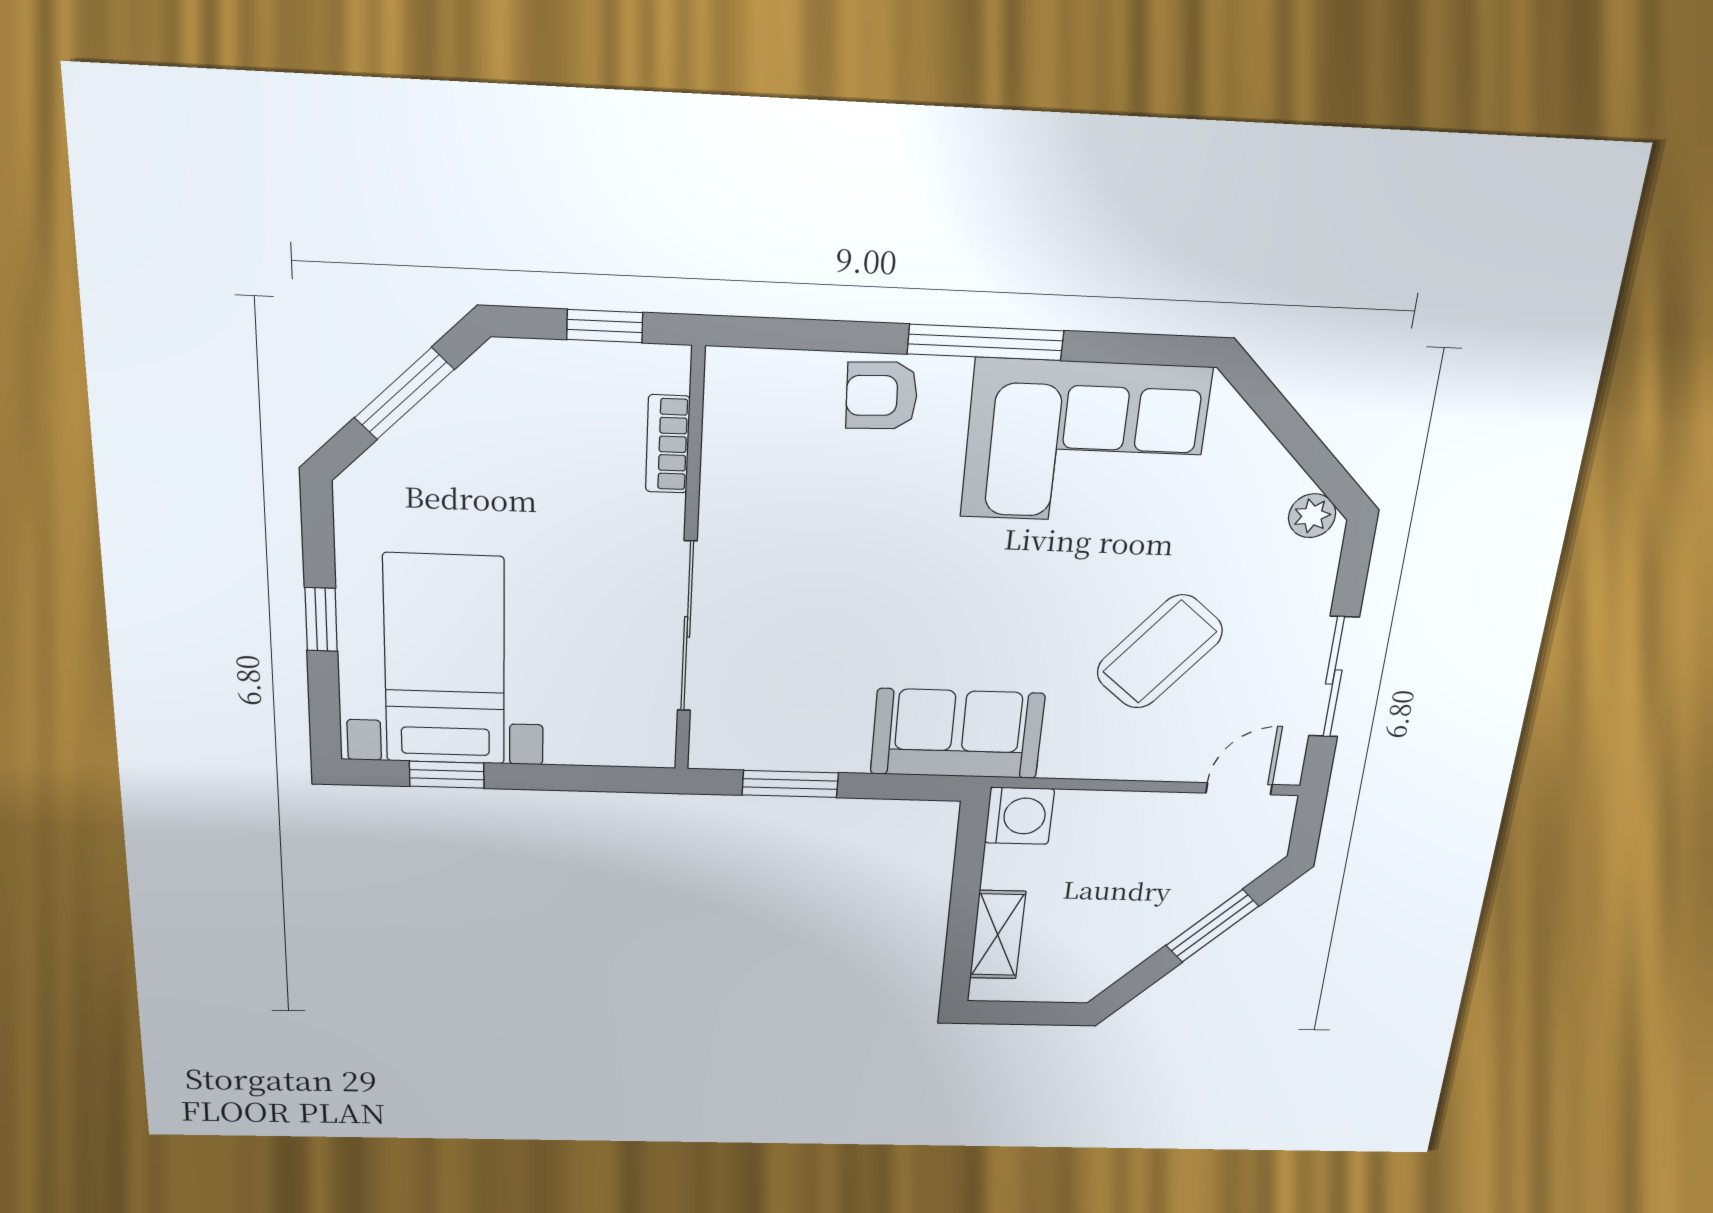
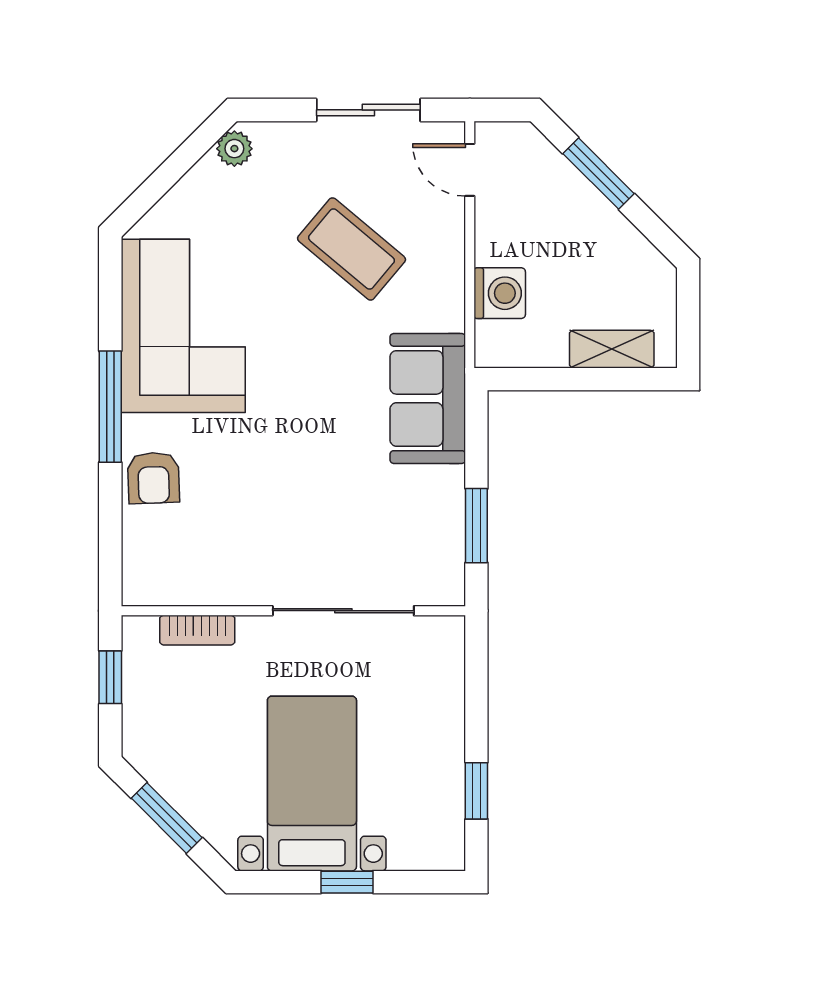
bed with nightstands: (445, 660) -> (312, 784), moved, turned 90
washing machine: (1019, 816) -> (500, 293), moved, turned 90

